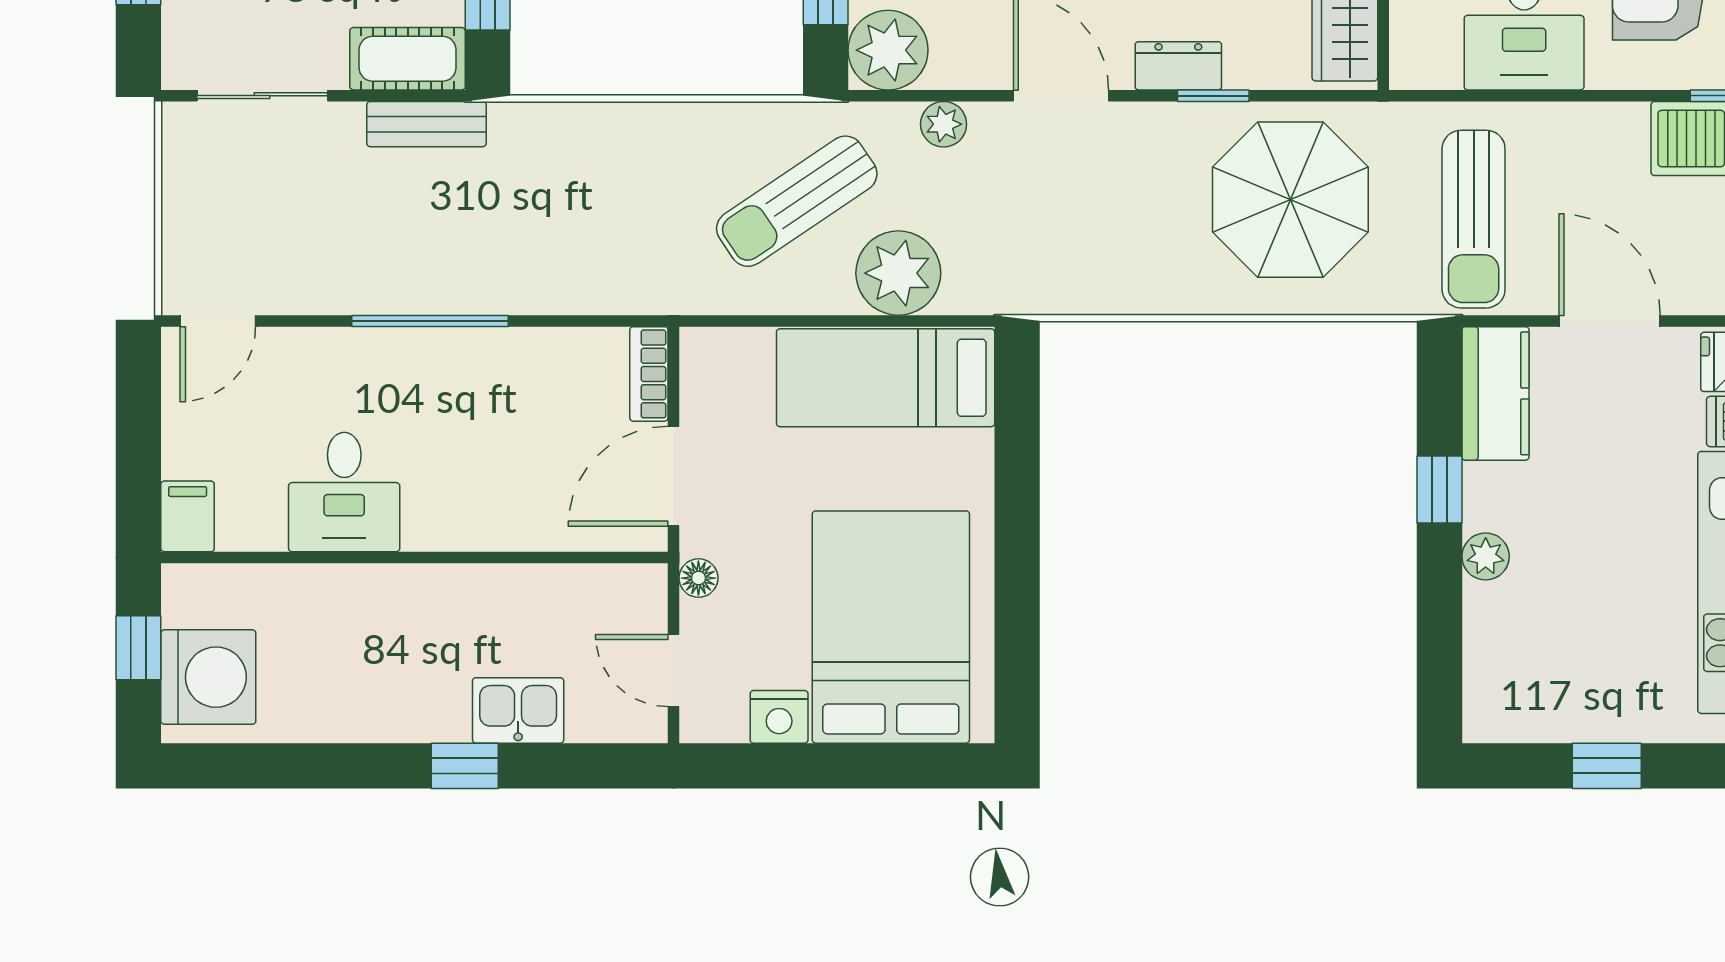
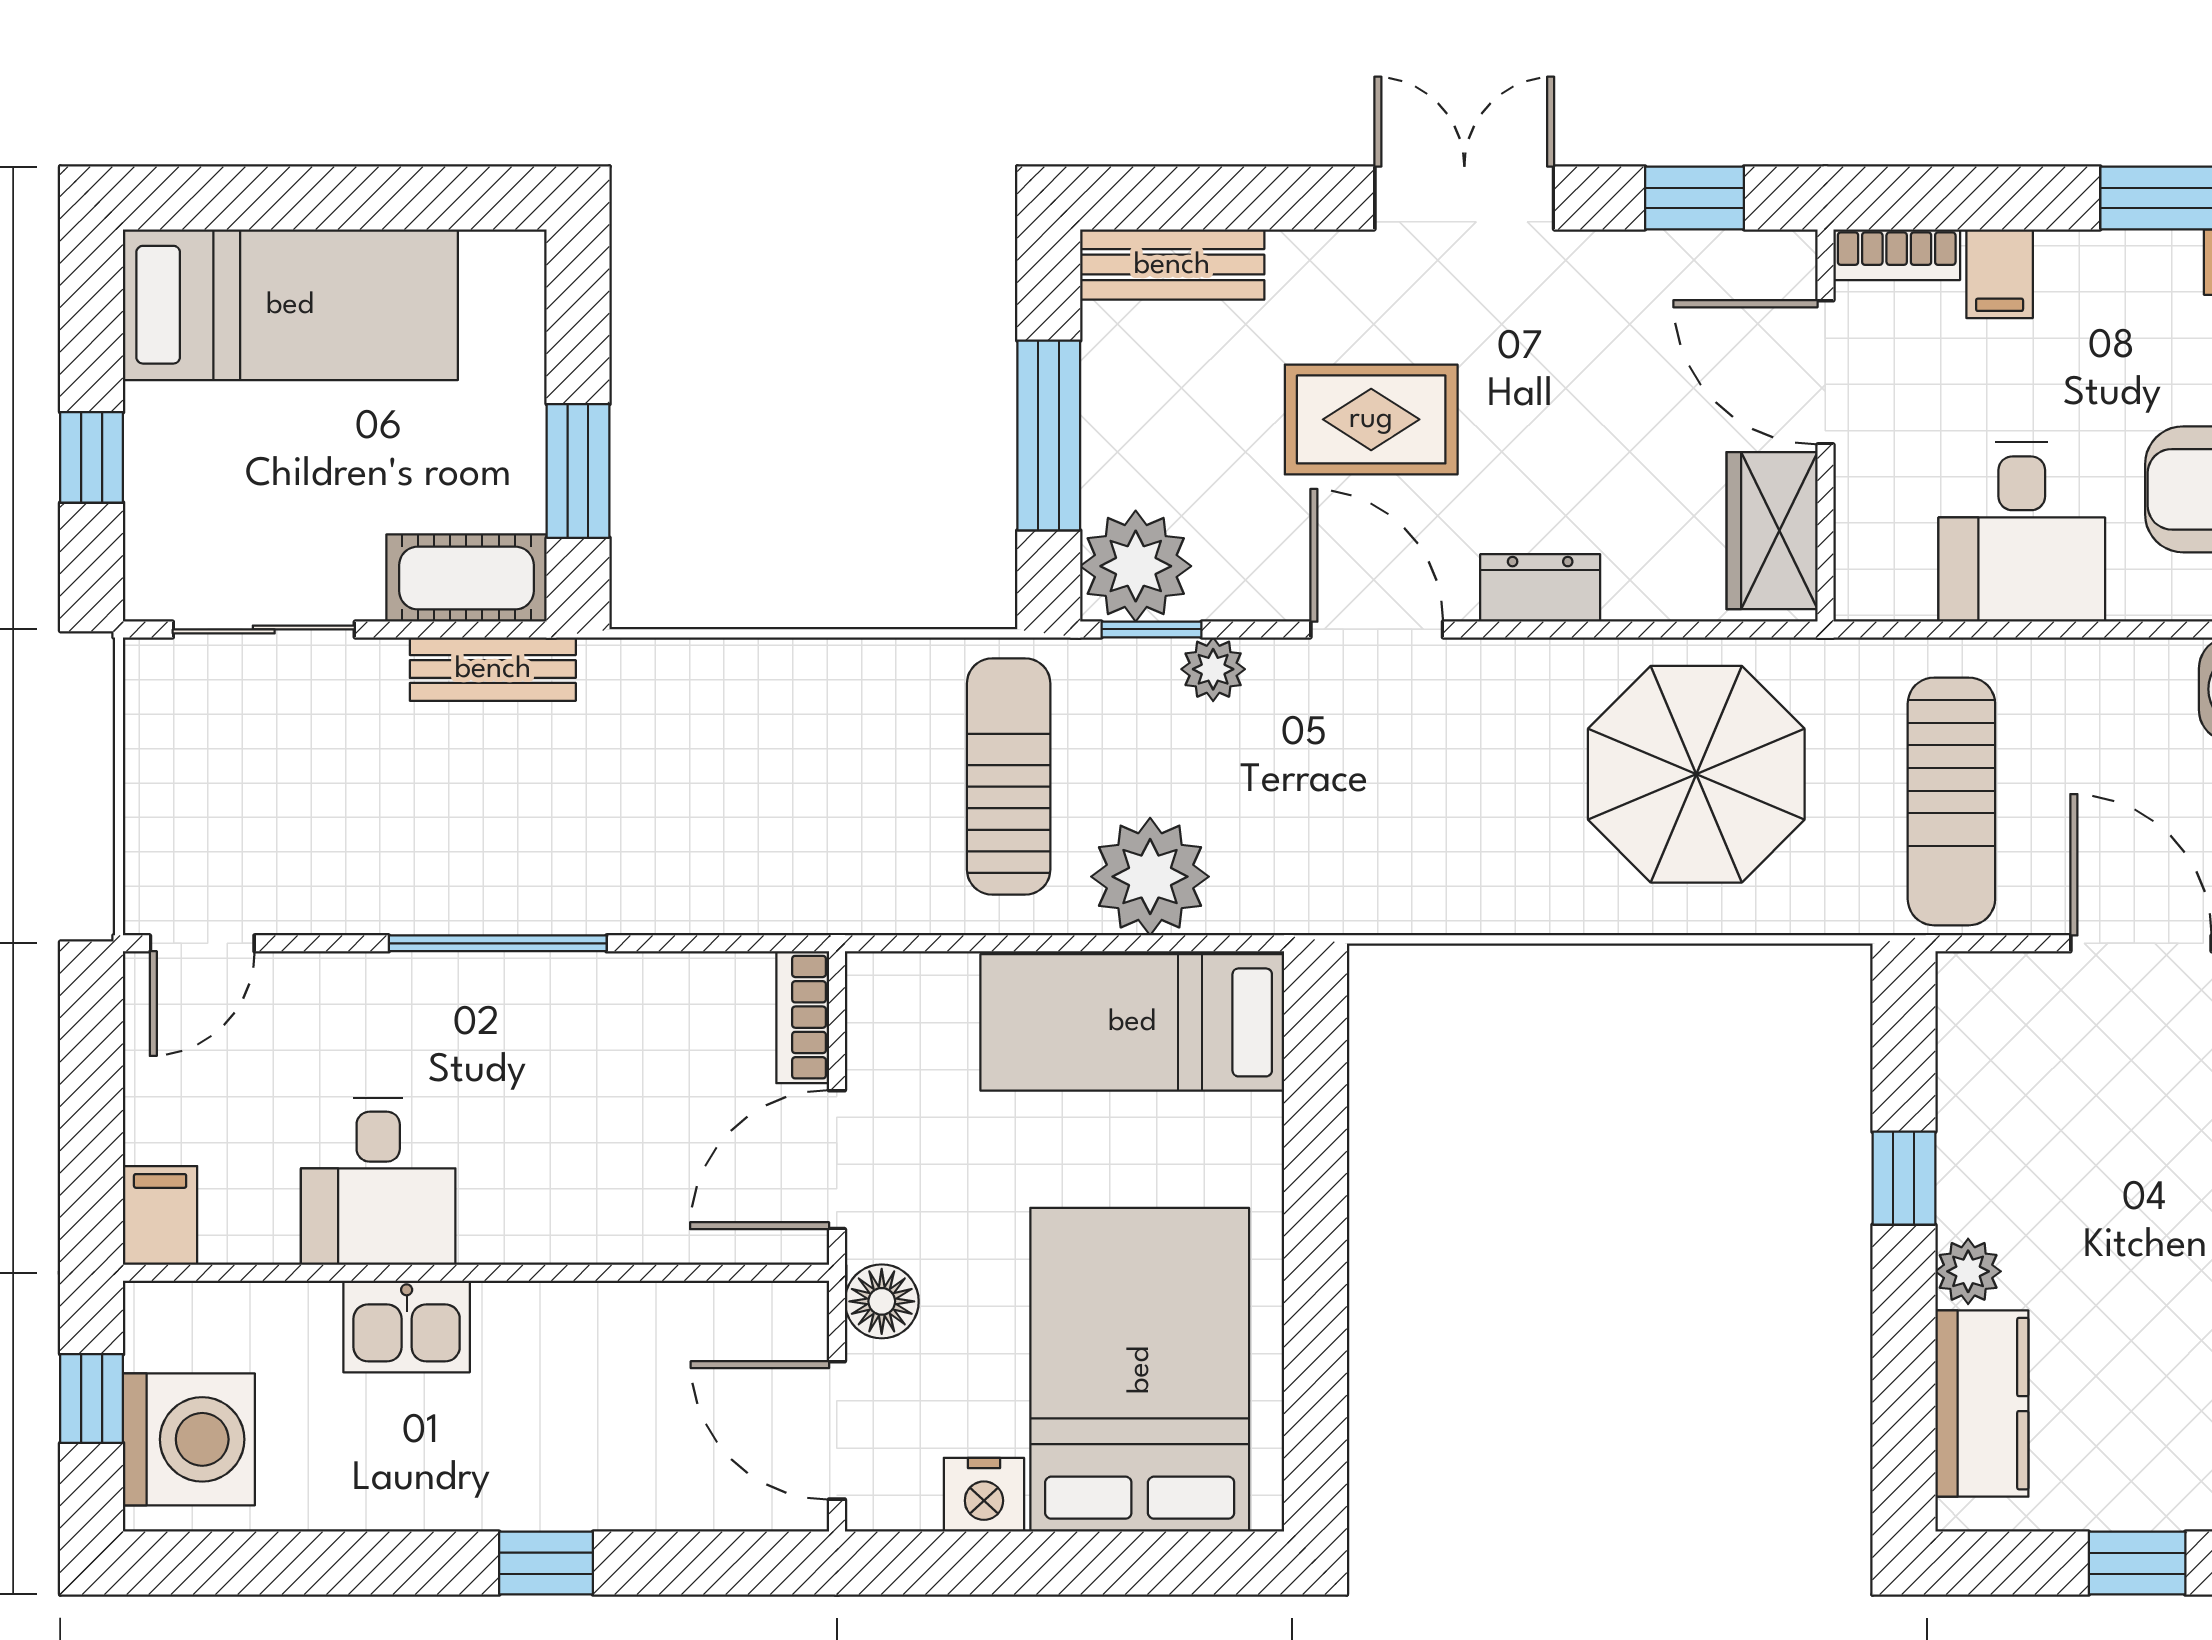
window: (1213, 96) -> (1152, 629), moved
sun lounger: (797, 201) -> (1009, 776), turned 124
kitchen counter: (1495, 393) -> (1982, 1404), moved
floor lamp: (698, 578) -> (882, 1301), width x1.37, depth x1.37
door: (674, 671) -> (837, 1430), width x1.38
kitchen sink: (518, 710) -> (407, 1326), moved, turned 180

